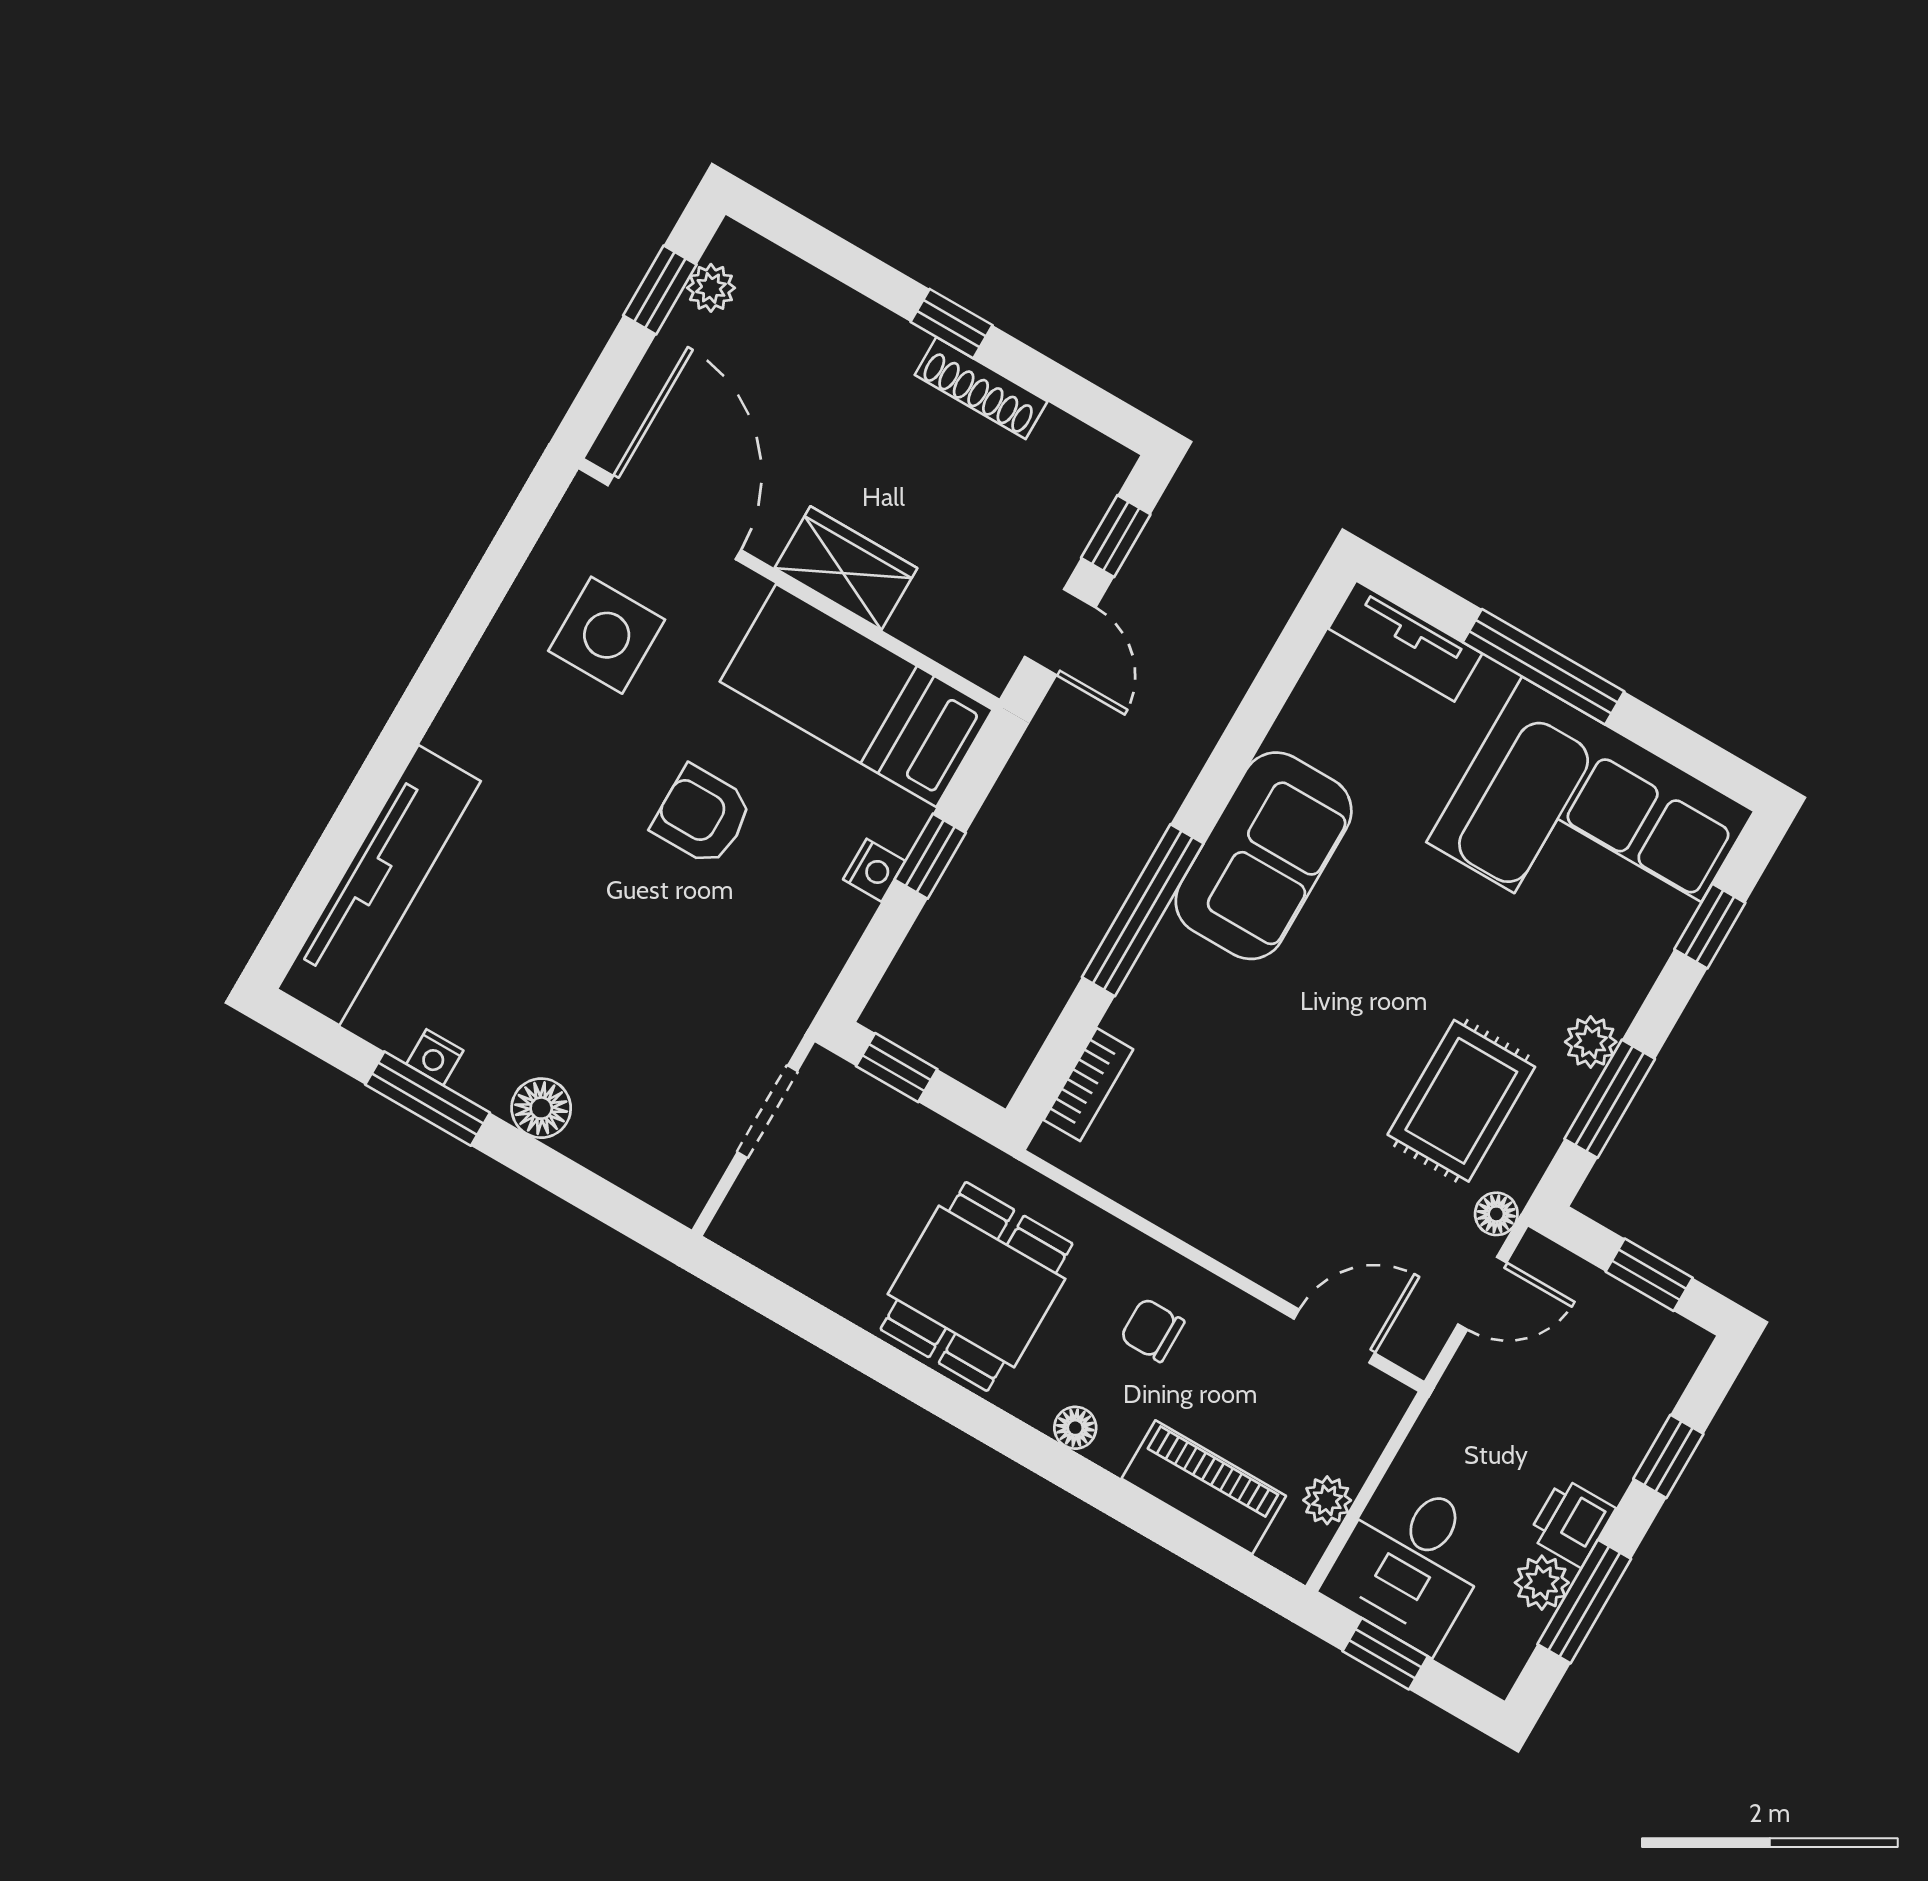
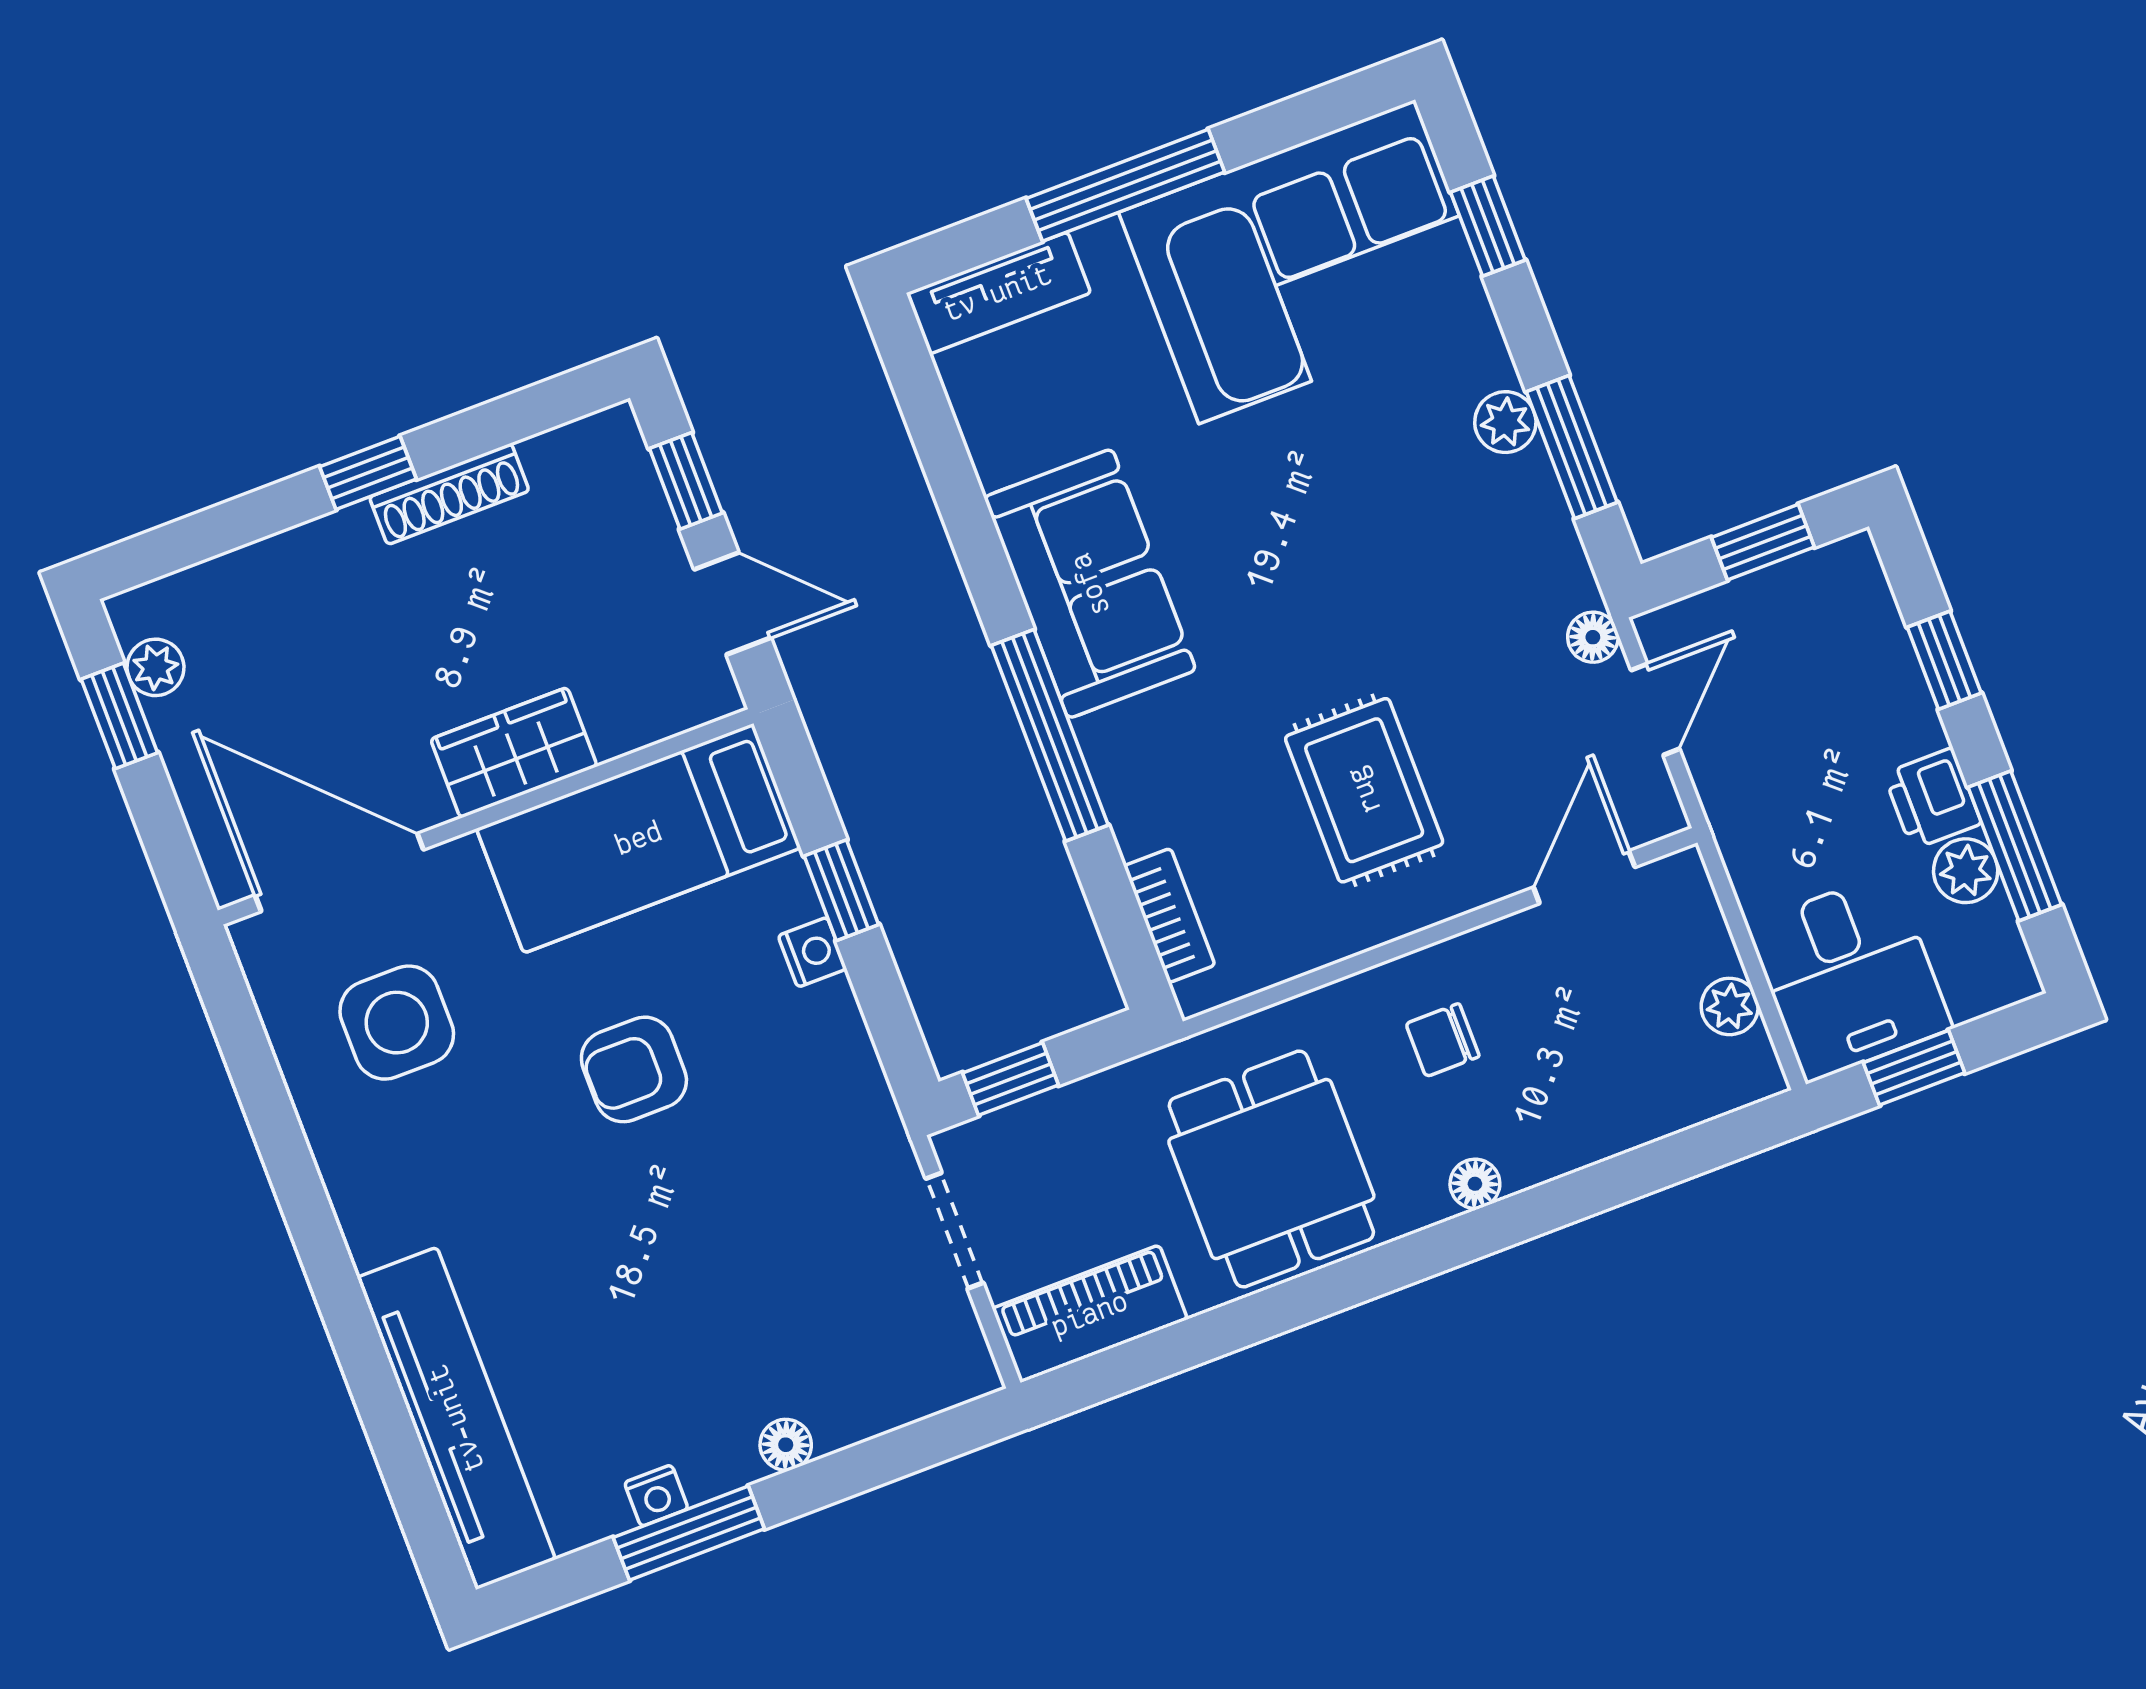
rug: (1461, 1101) -> (1364, 790), moved
floor lamp: (541, 1108) -> (786, 1445), width x0.73, depth x0.73
piano: (1204, 1487) -> (1090, 1314), moved

